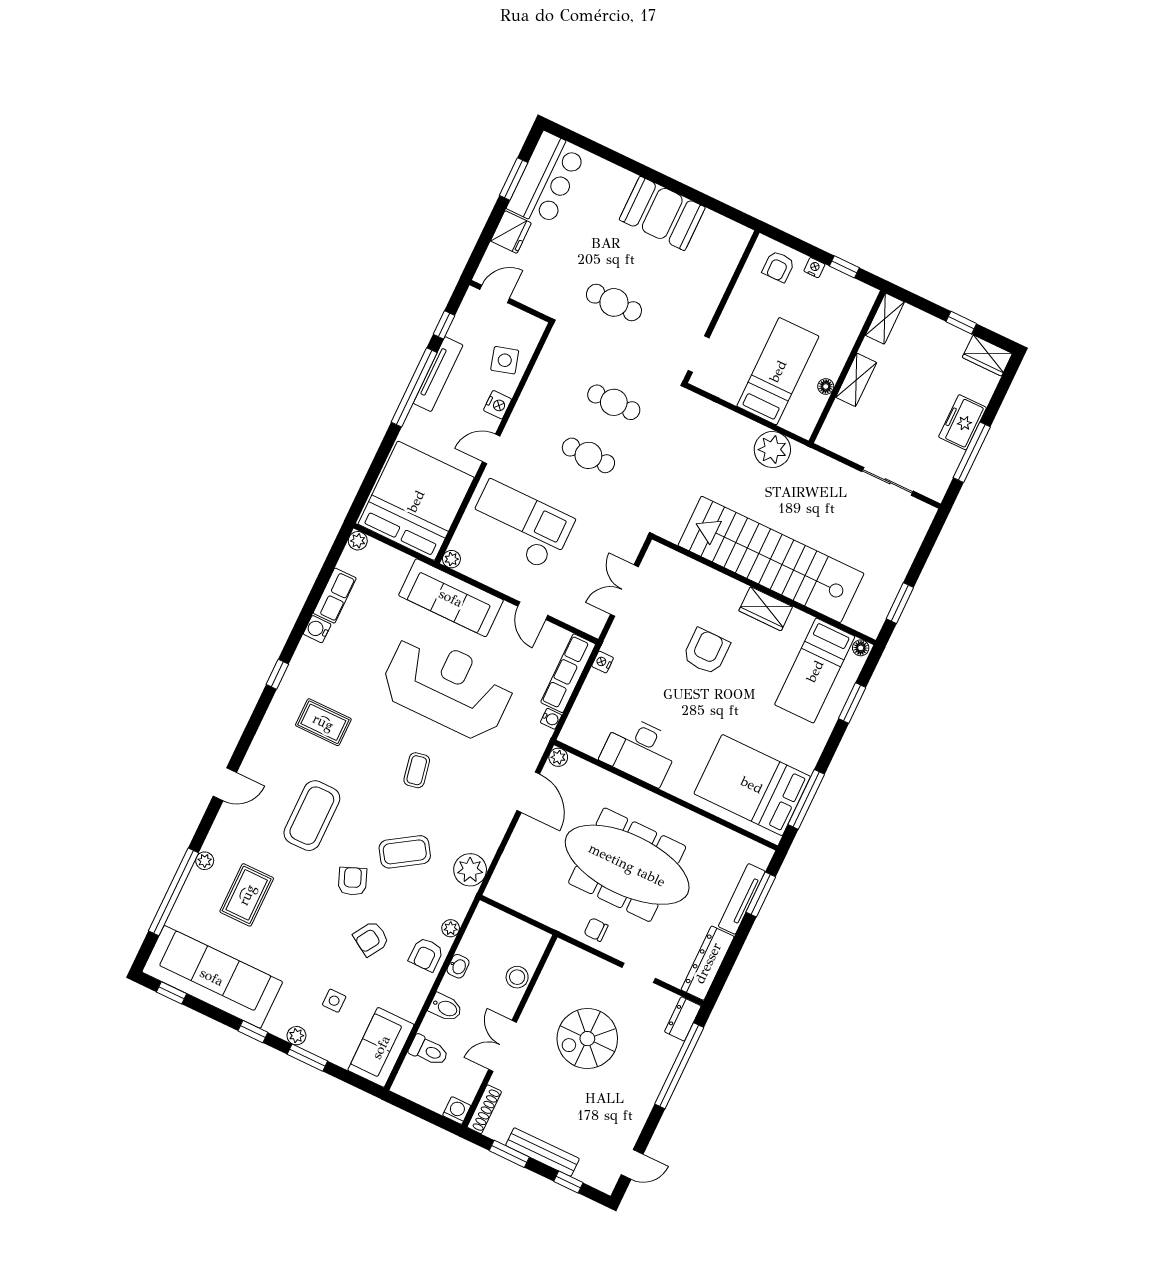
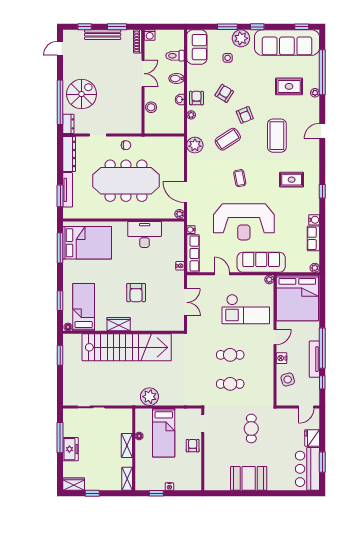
armchair: (778, 267) -> (193, 446), moved
cafe table: (614, 302) -> (251, 428), turned 90
rug: (247, 895) -> (289, 86), turned 90
plant: (296, 1036) -> (241, 38), width x1.88, depth x1.88
spiral stairs: (587, 1039) -> (82, 94), moved

